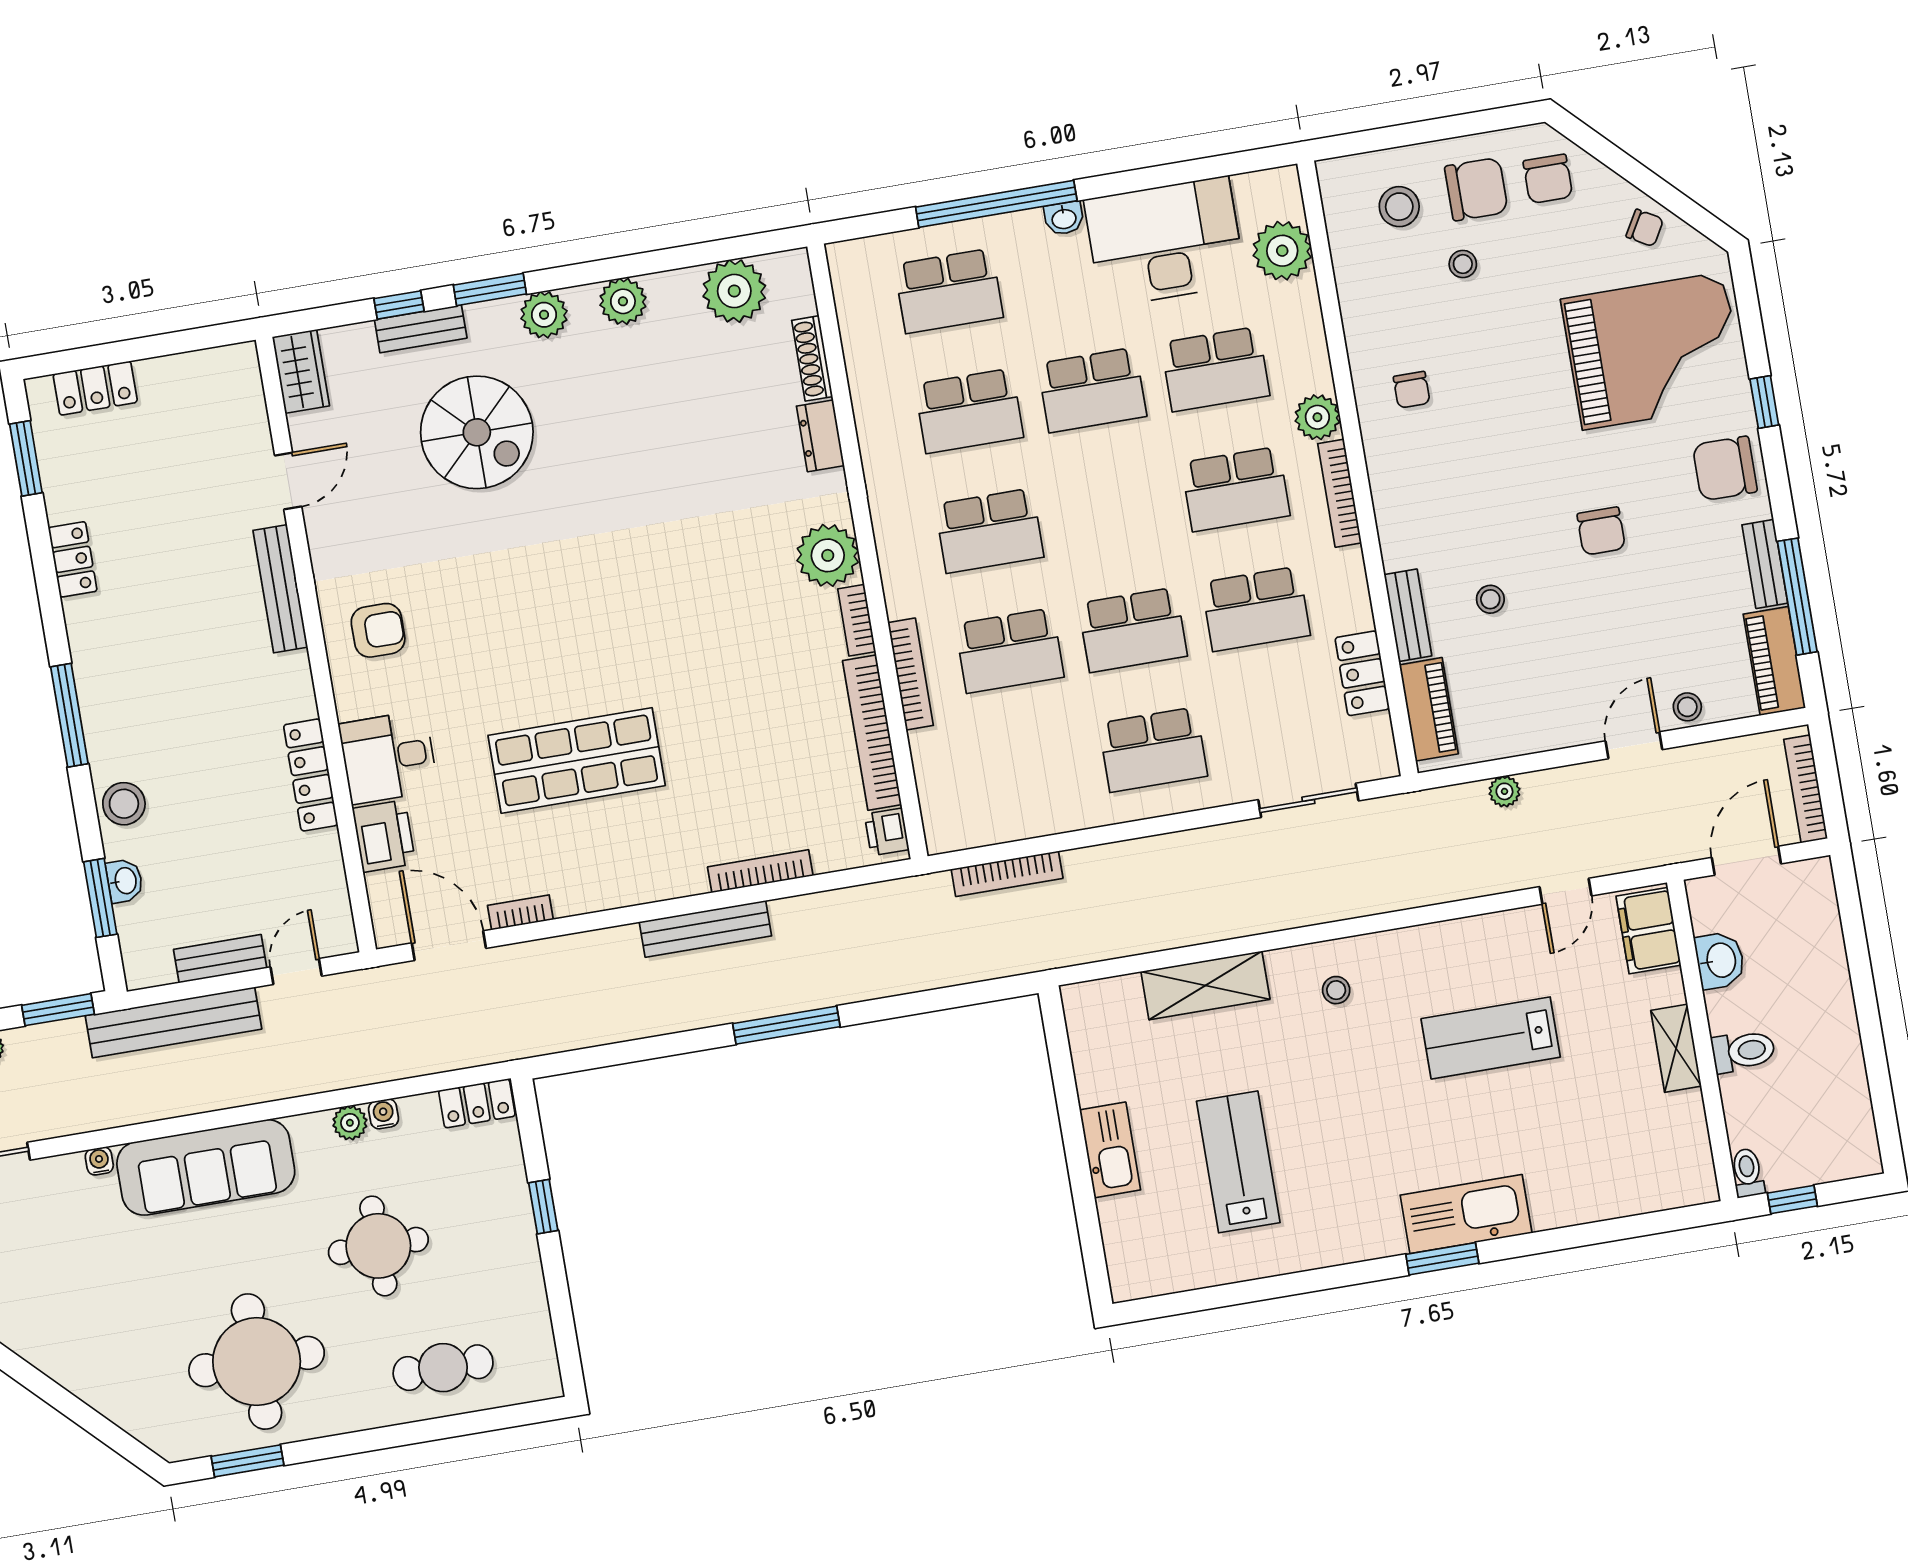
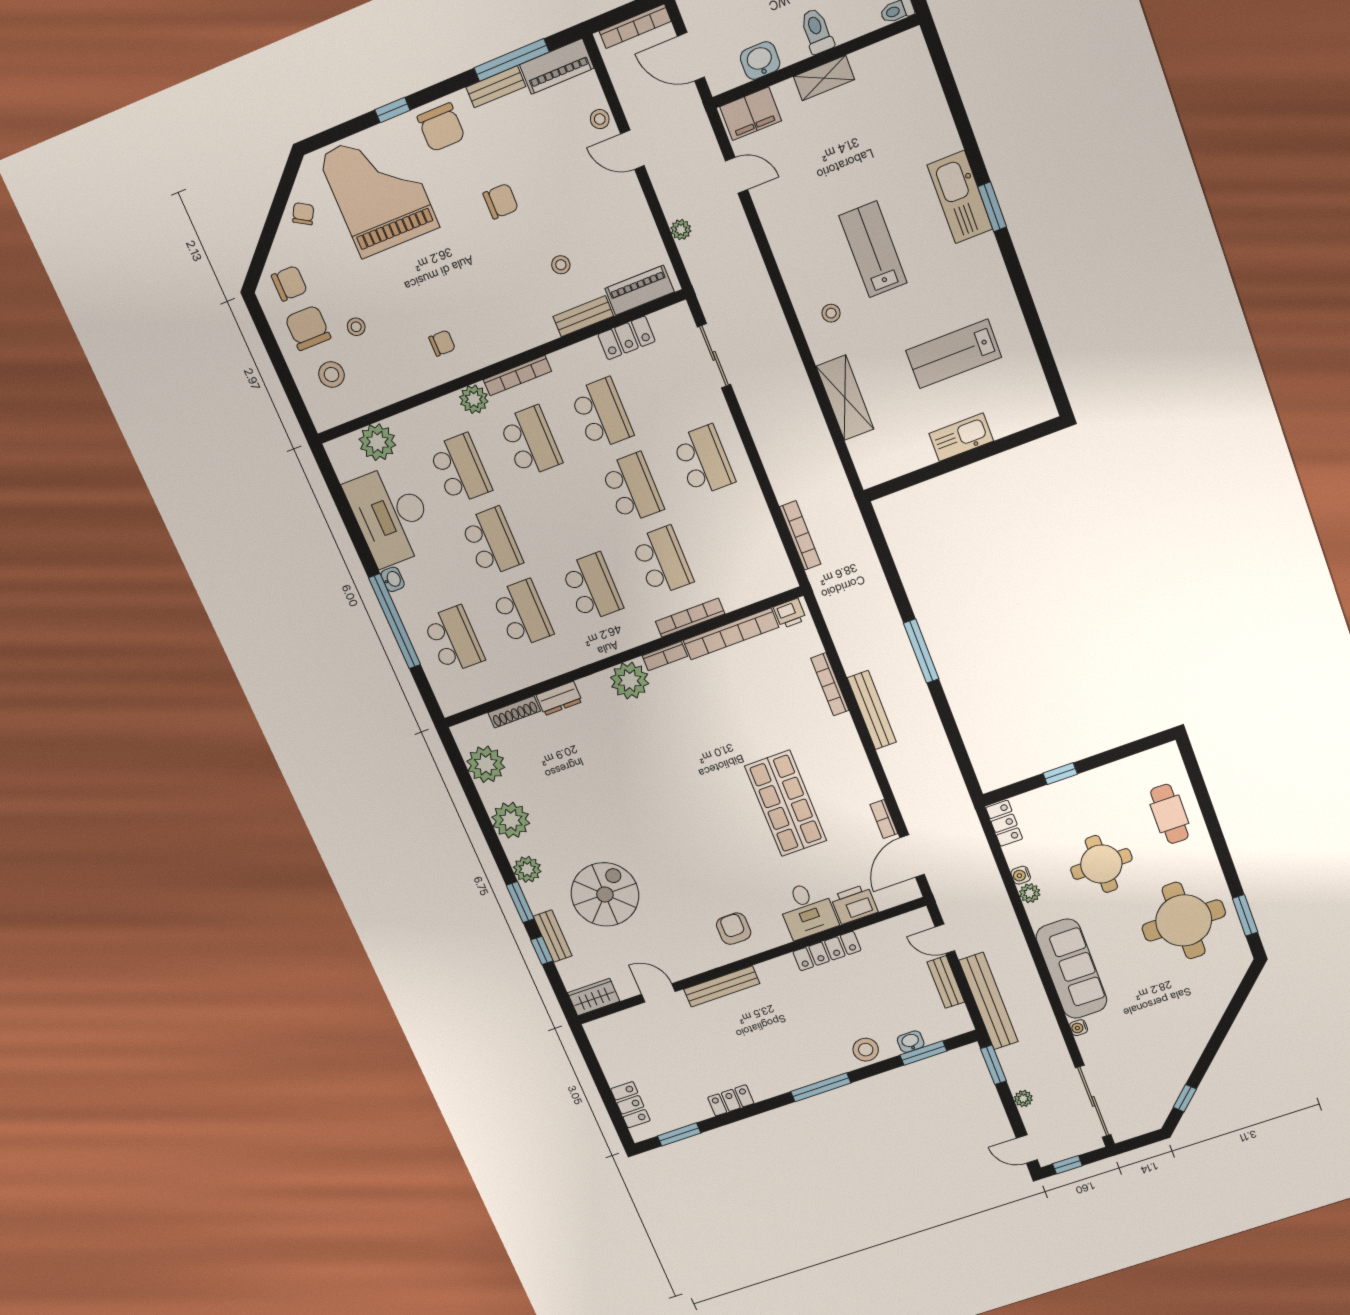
plant: (623, 301) -> (511, 820), width x1.36, depth x1.36
lab bench: (1491, 1038) -> (873, 249), moved, turned 180

